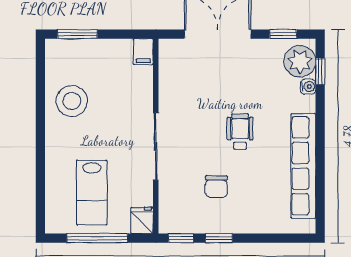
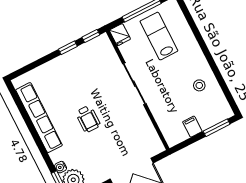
filing cabinet: (143, 52) -> (192, 127), moved
stool: (72, 101) -> (199, 85), width x0.53, depth x0.53
chair: (216, 187) -> (85, 78), removed

